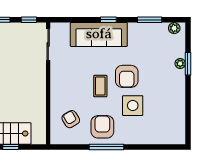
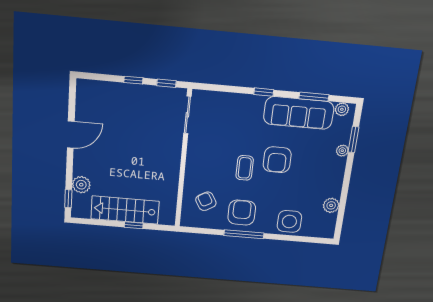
sofa: (99, 34) -> (299, 113), moved
window: (188, 64) -> (354, 139), moved
side table: (133, 106) -> (289, 221), moved
plant: (178, 113) -> (331, 205), added

